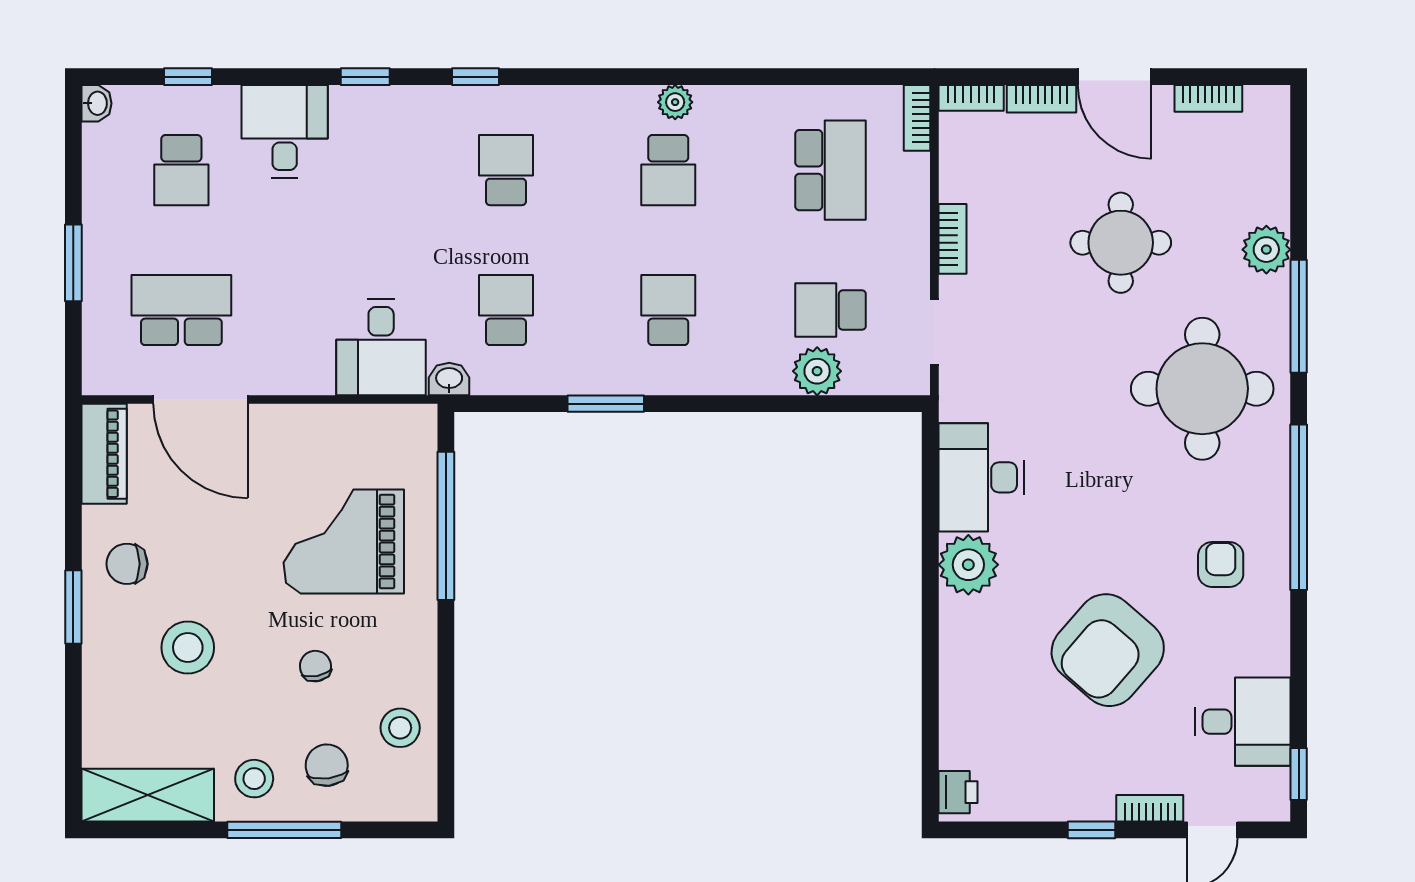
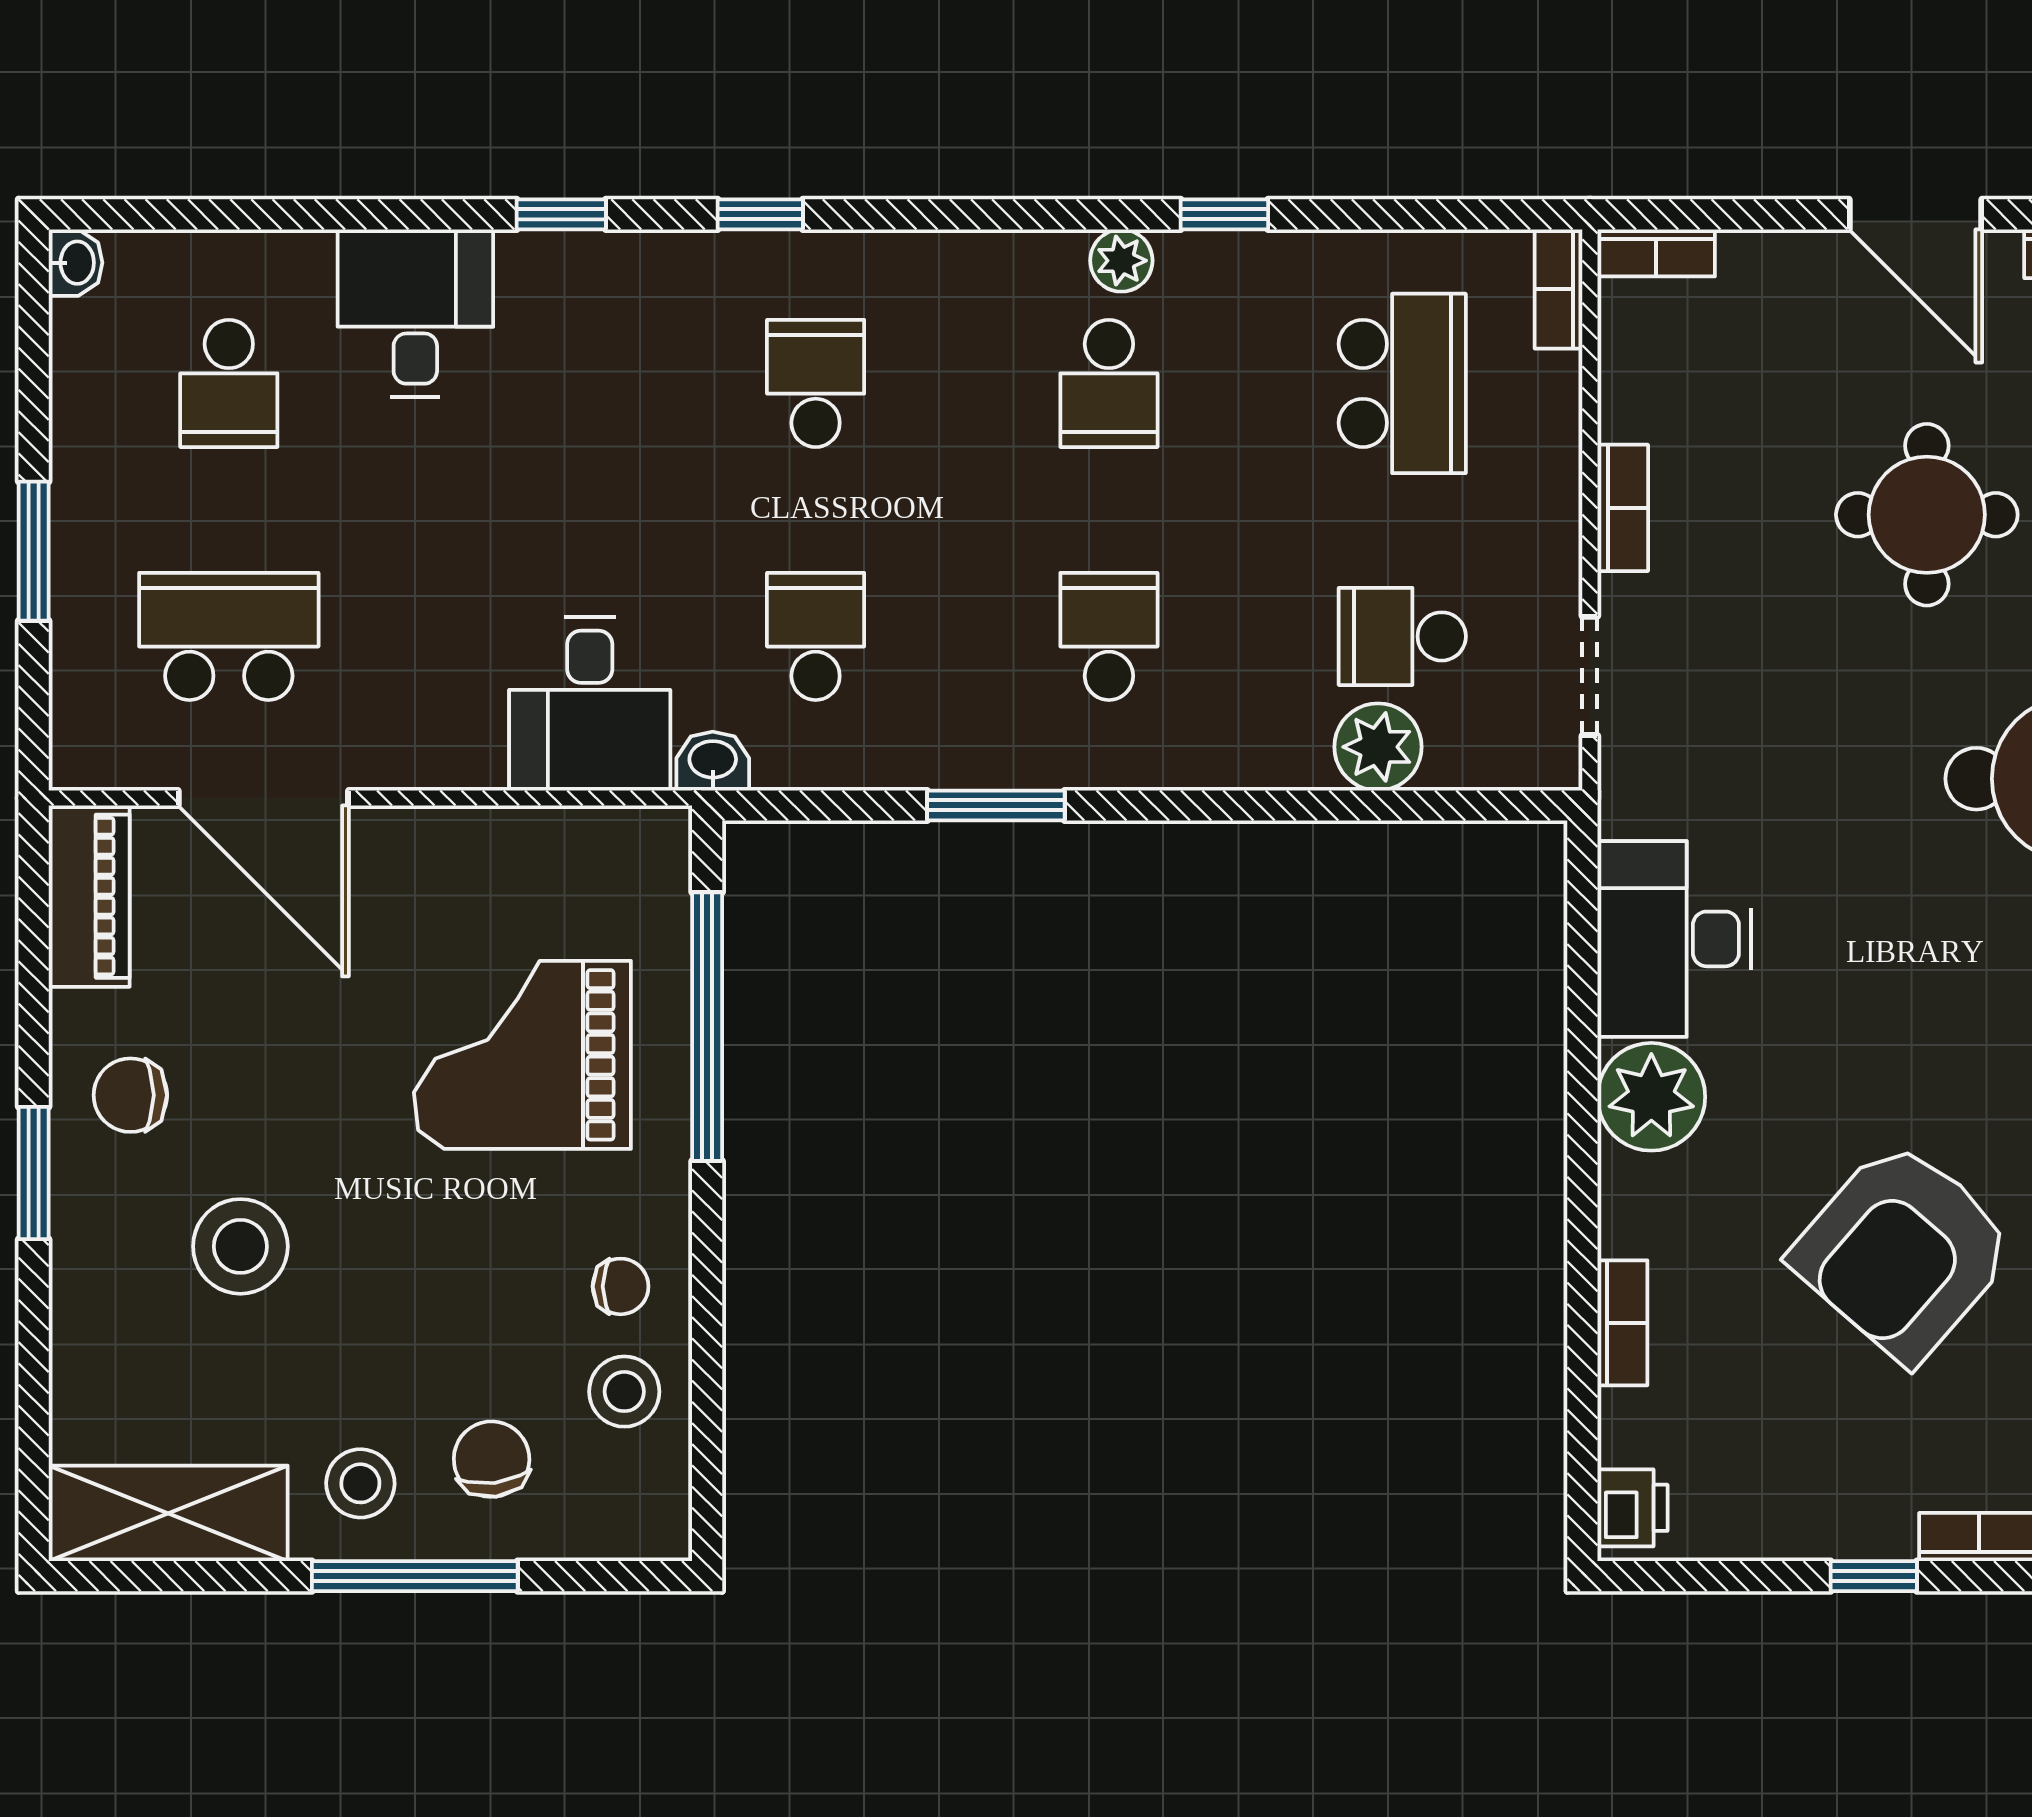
window: (188, 77) -> (1224, 214), moved
bookcase: (1041, 99) -> (1622, 1323), moved, turned -90
chair: (315, 666) -> (621, 1286), moved, turned 101

